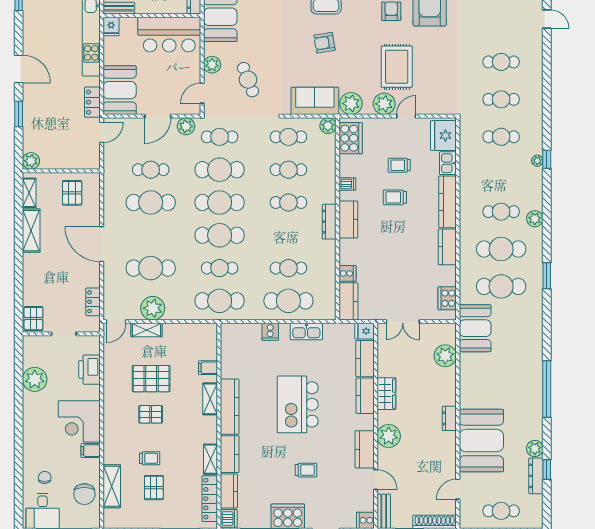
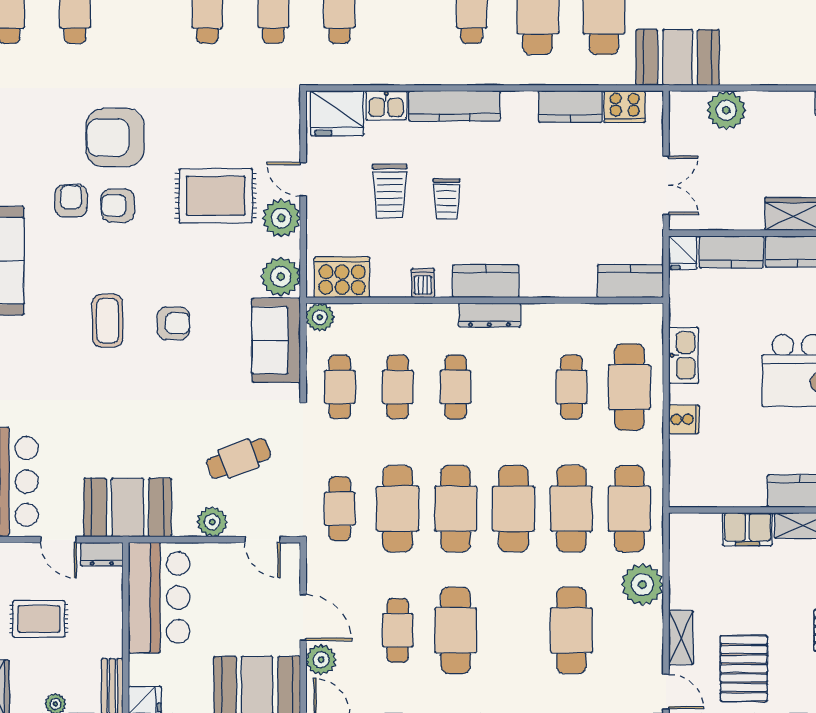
armchair: (324, 43) -> (173, 323), turned -81
plant: (186, 126) -> (321, 660), moved
trolley: (399, 165) -> (390, 191), width x1.36, depth x1.39
kitchen counter: (447, 247) -> (570, 107), moved
cafe table: (220, 268) -> (571, 509), width x1.37, depth x1.35
cooker: (347, 273) -> (581, 283), removed
plant: (153, 308) -> (642, 585), moved
filing cabinet: (208, 368) -> (747, 529), width x2.00
pallet: (151, 379) -> (744, 668), moved

